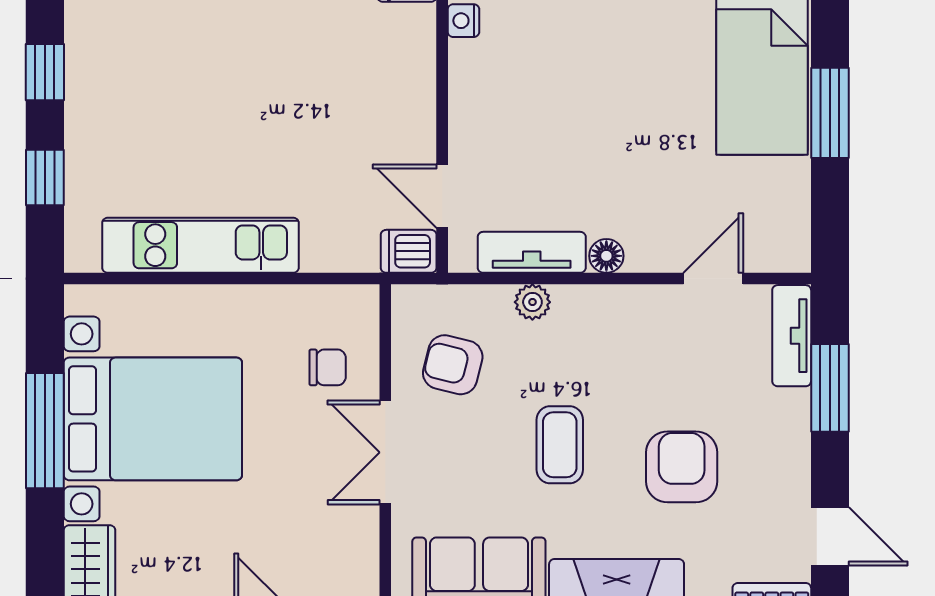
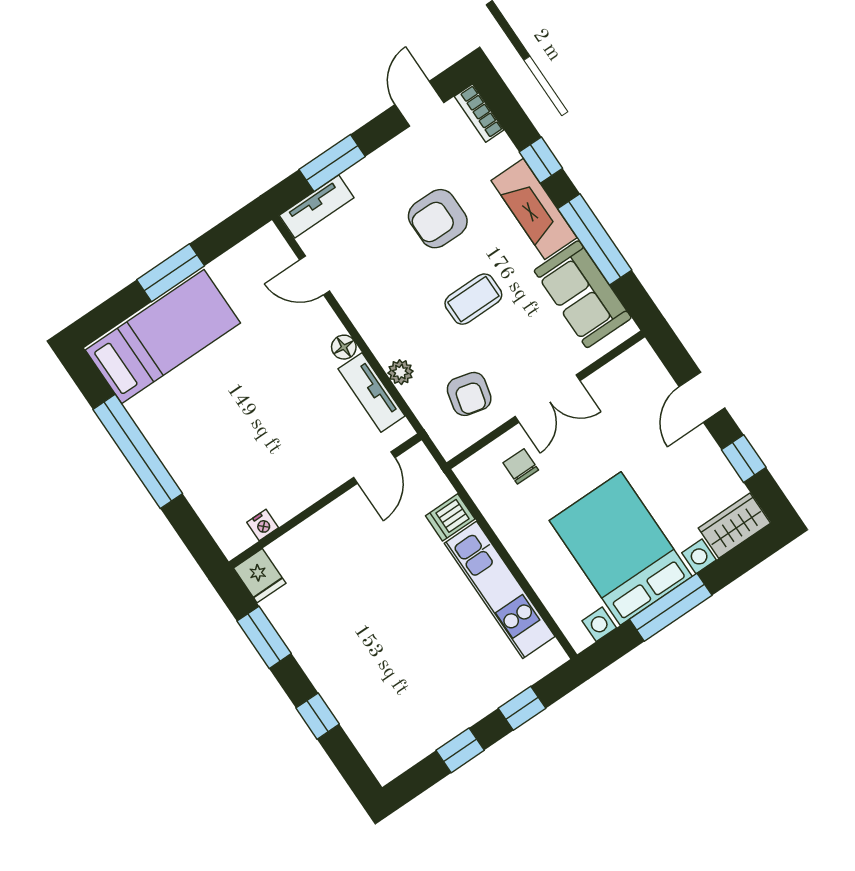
dishwasher: (409, 251) -> (450, 517), moved, turned 90

